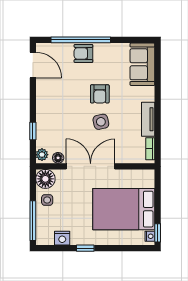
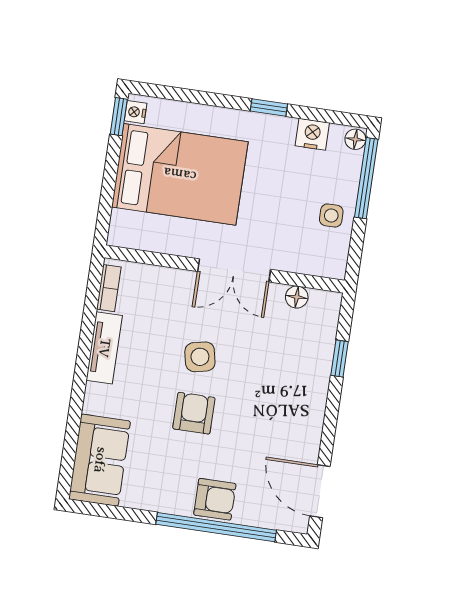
plant: (42, 155) -> (328, 308), removed
double door: (91, 166) -> (234, 270), width x0.73
floor lamp: (45, 179) -> (355, 139), moved, width x0.53, depth x0.53

